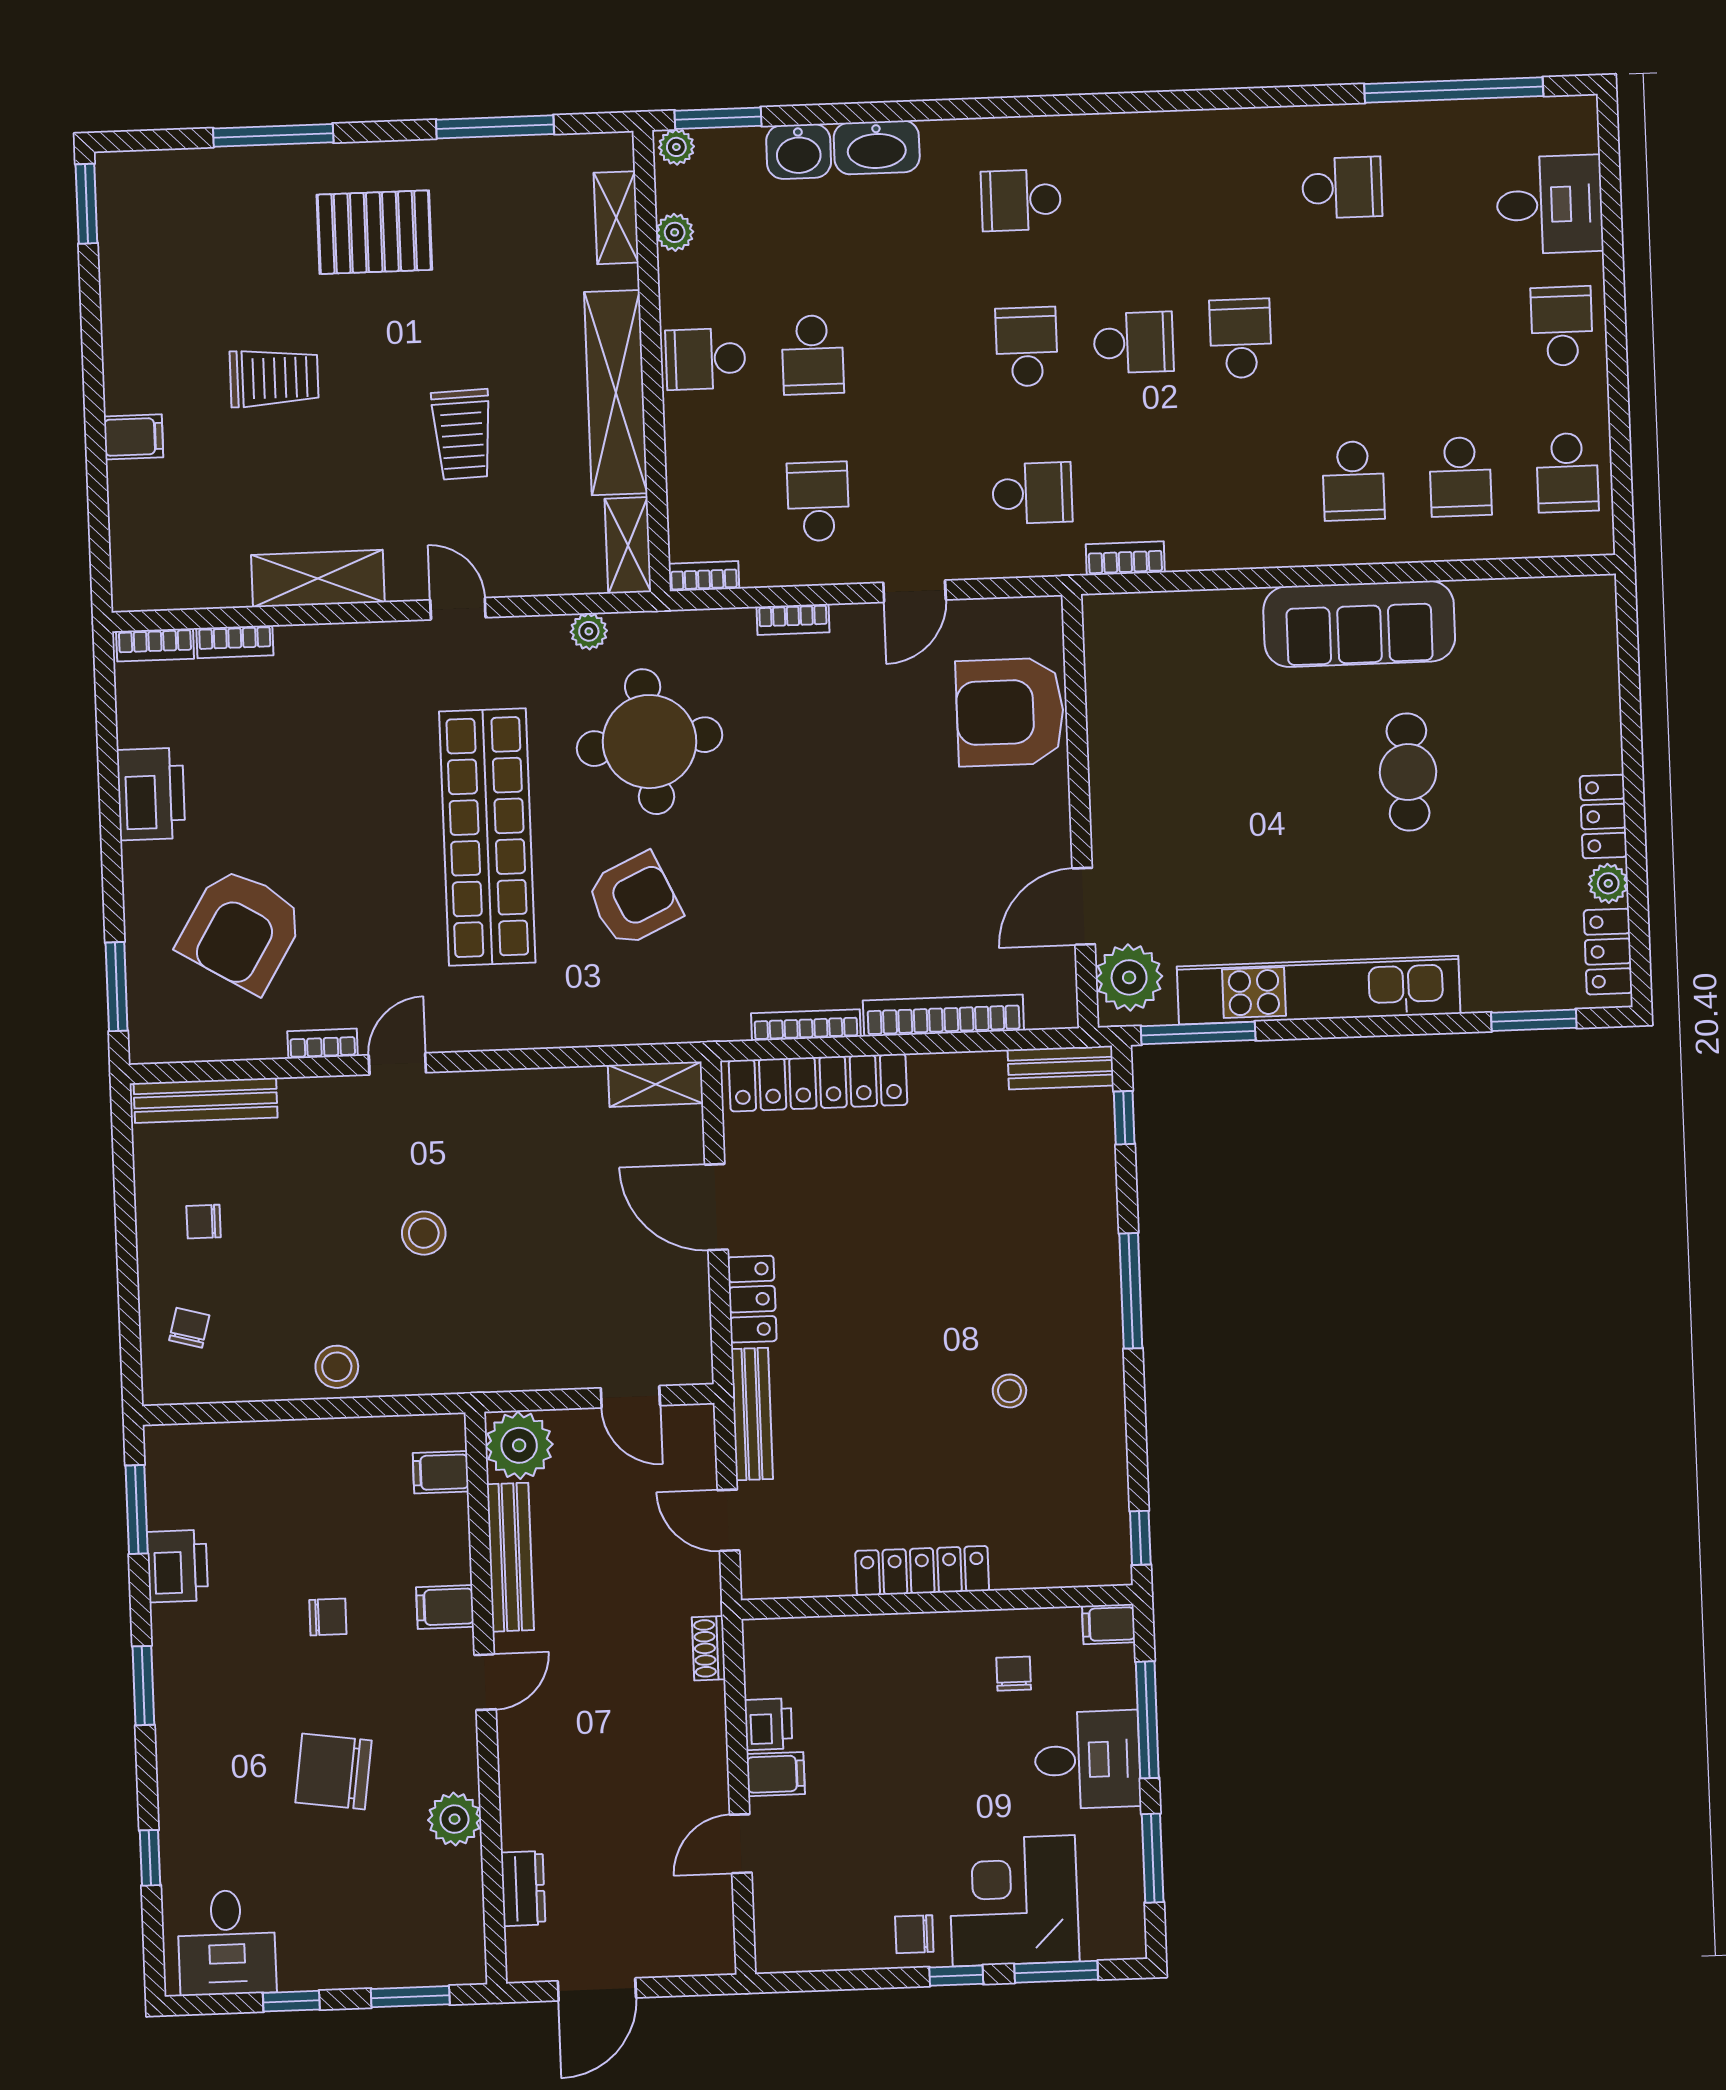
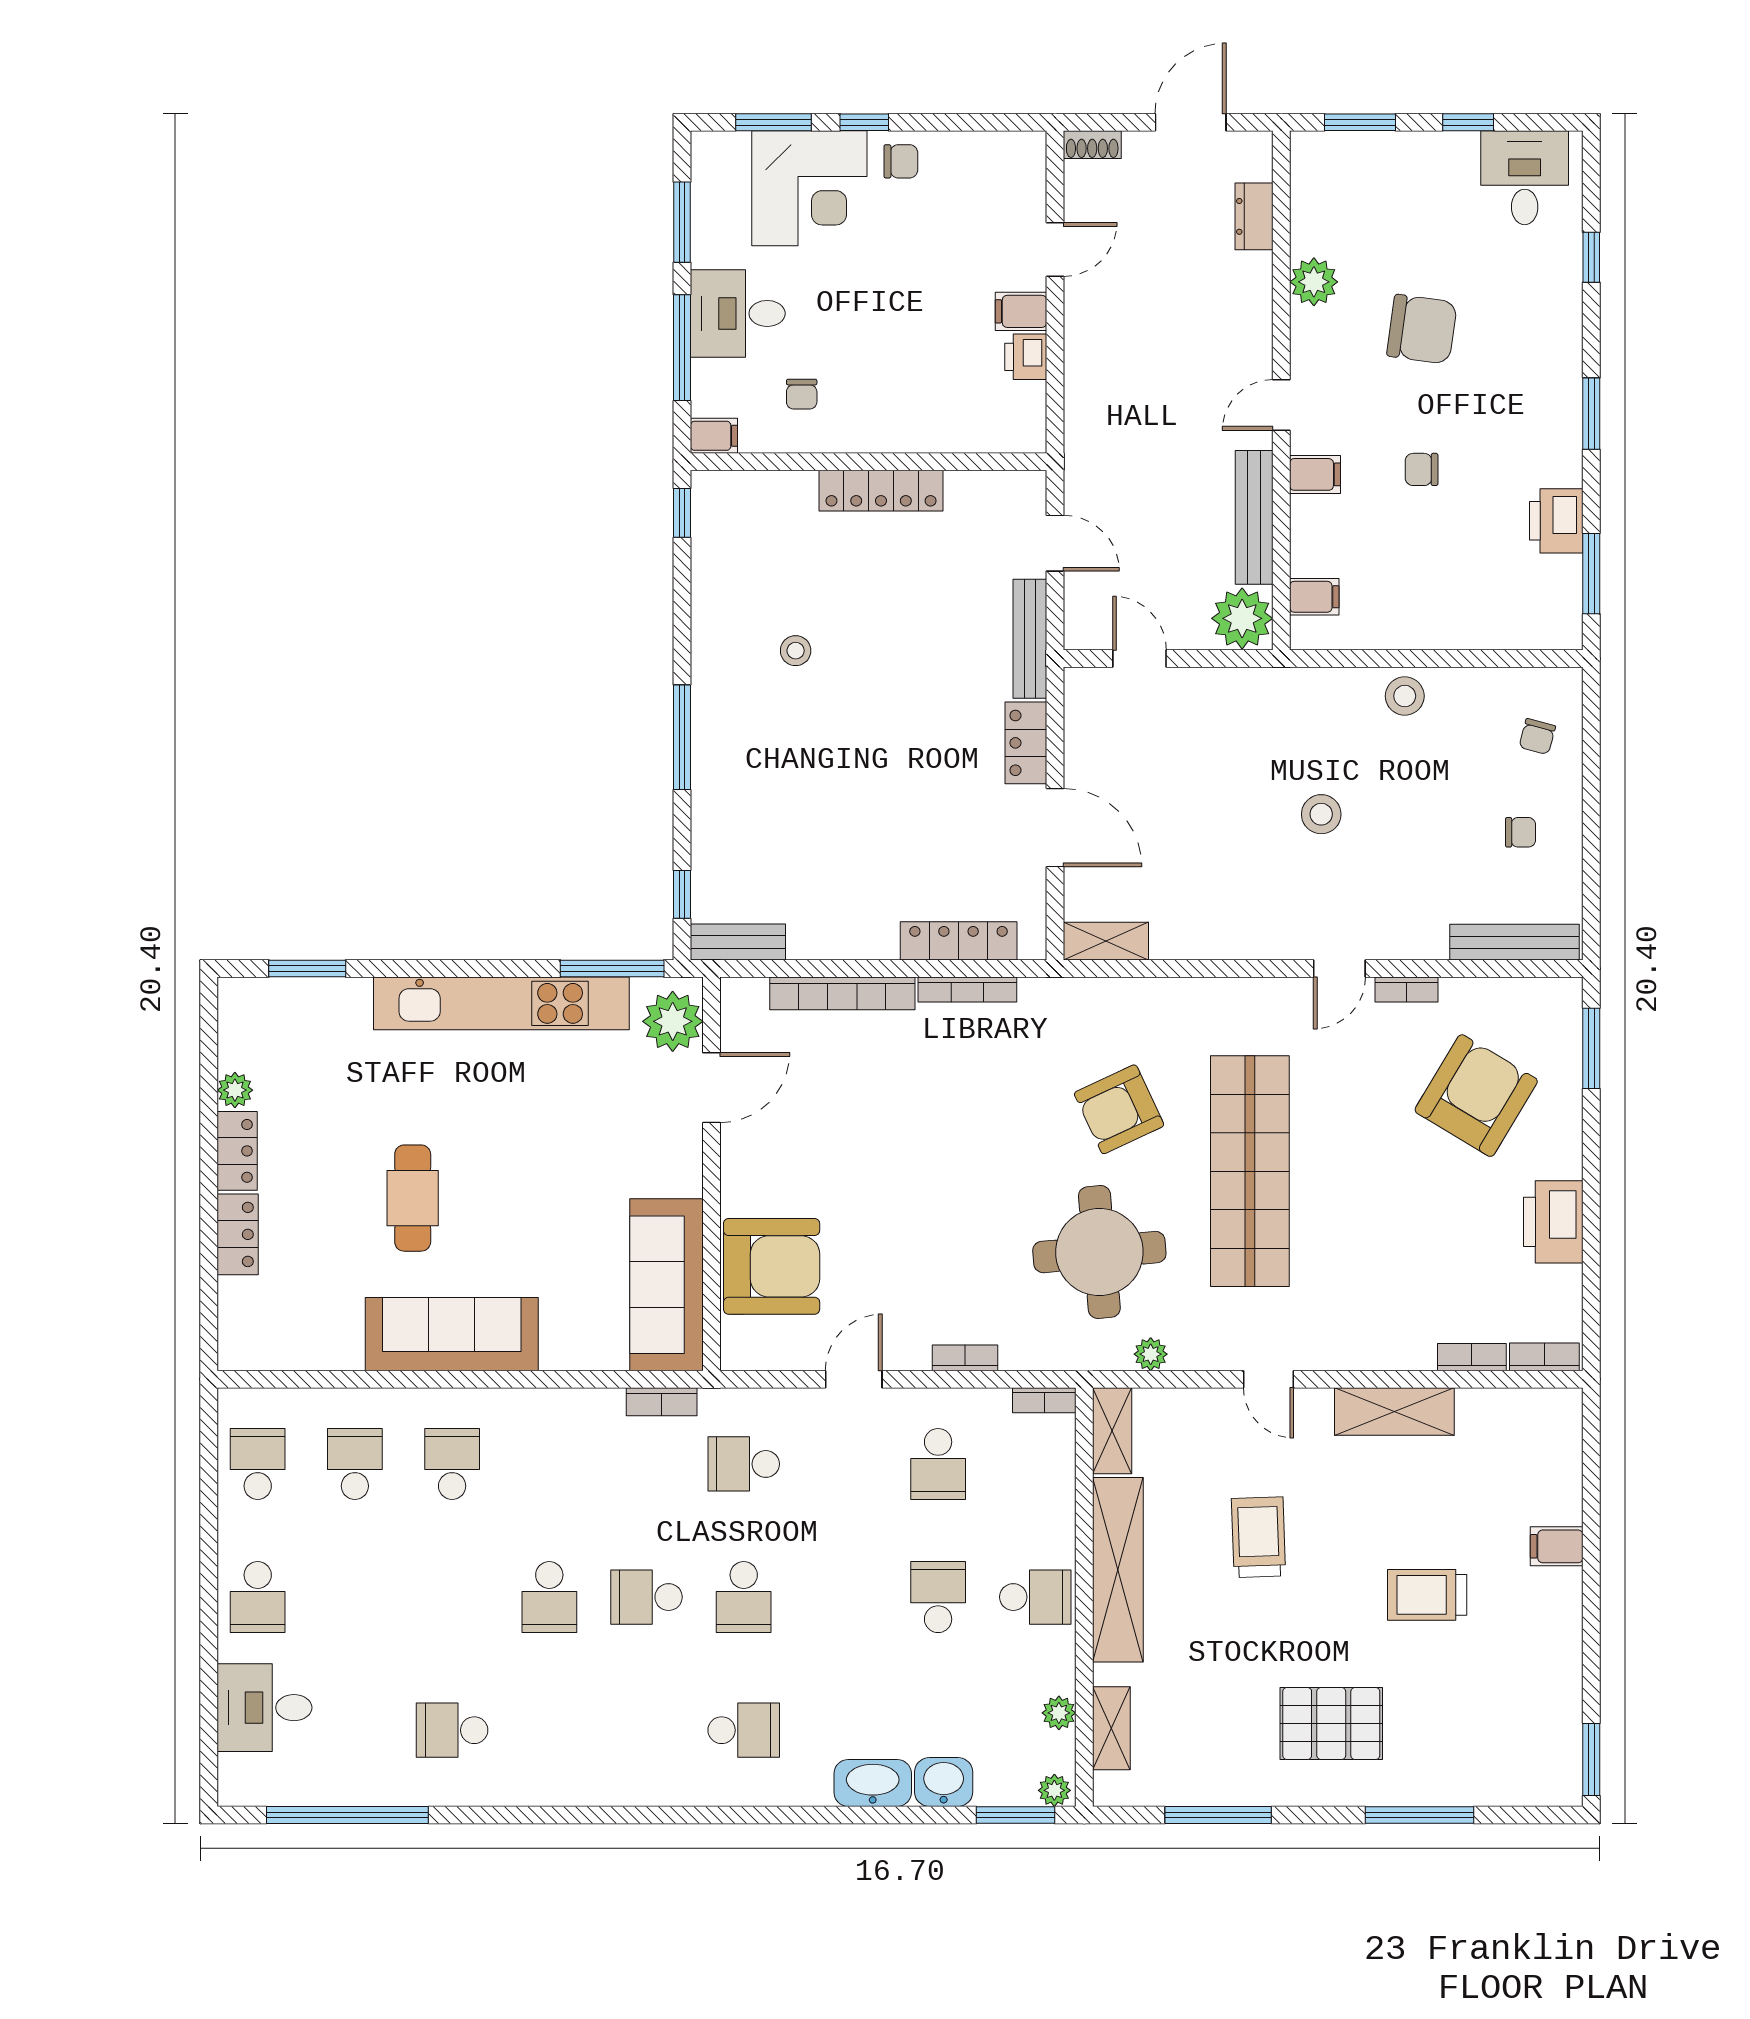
sofa: (1125, 687) -> (666, 1285), added
locker: (1608, 952) -> (238, 1234), moved
locker: (818, 1083) -> (959, 941), width x0.71, depth x0.83
shoe rack: (709, 1648) -> (1092, 145), moved, turned 90

